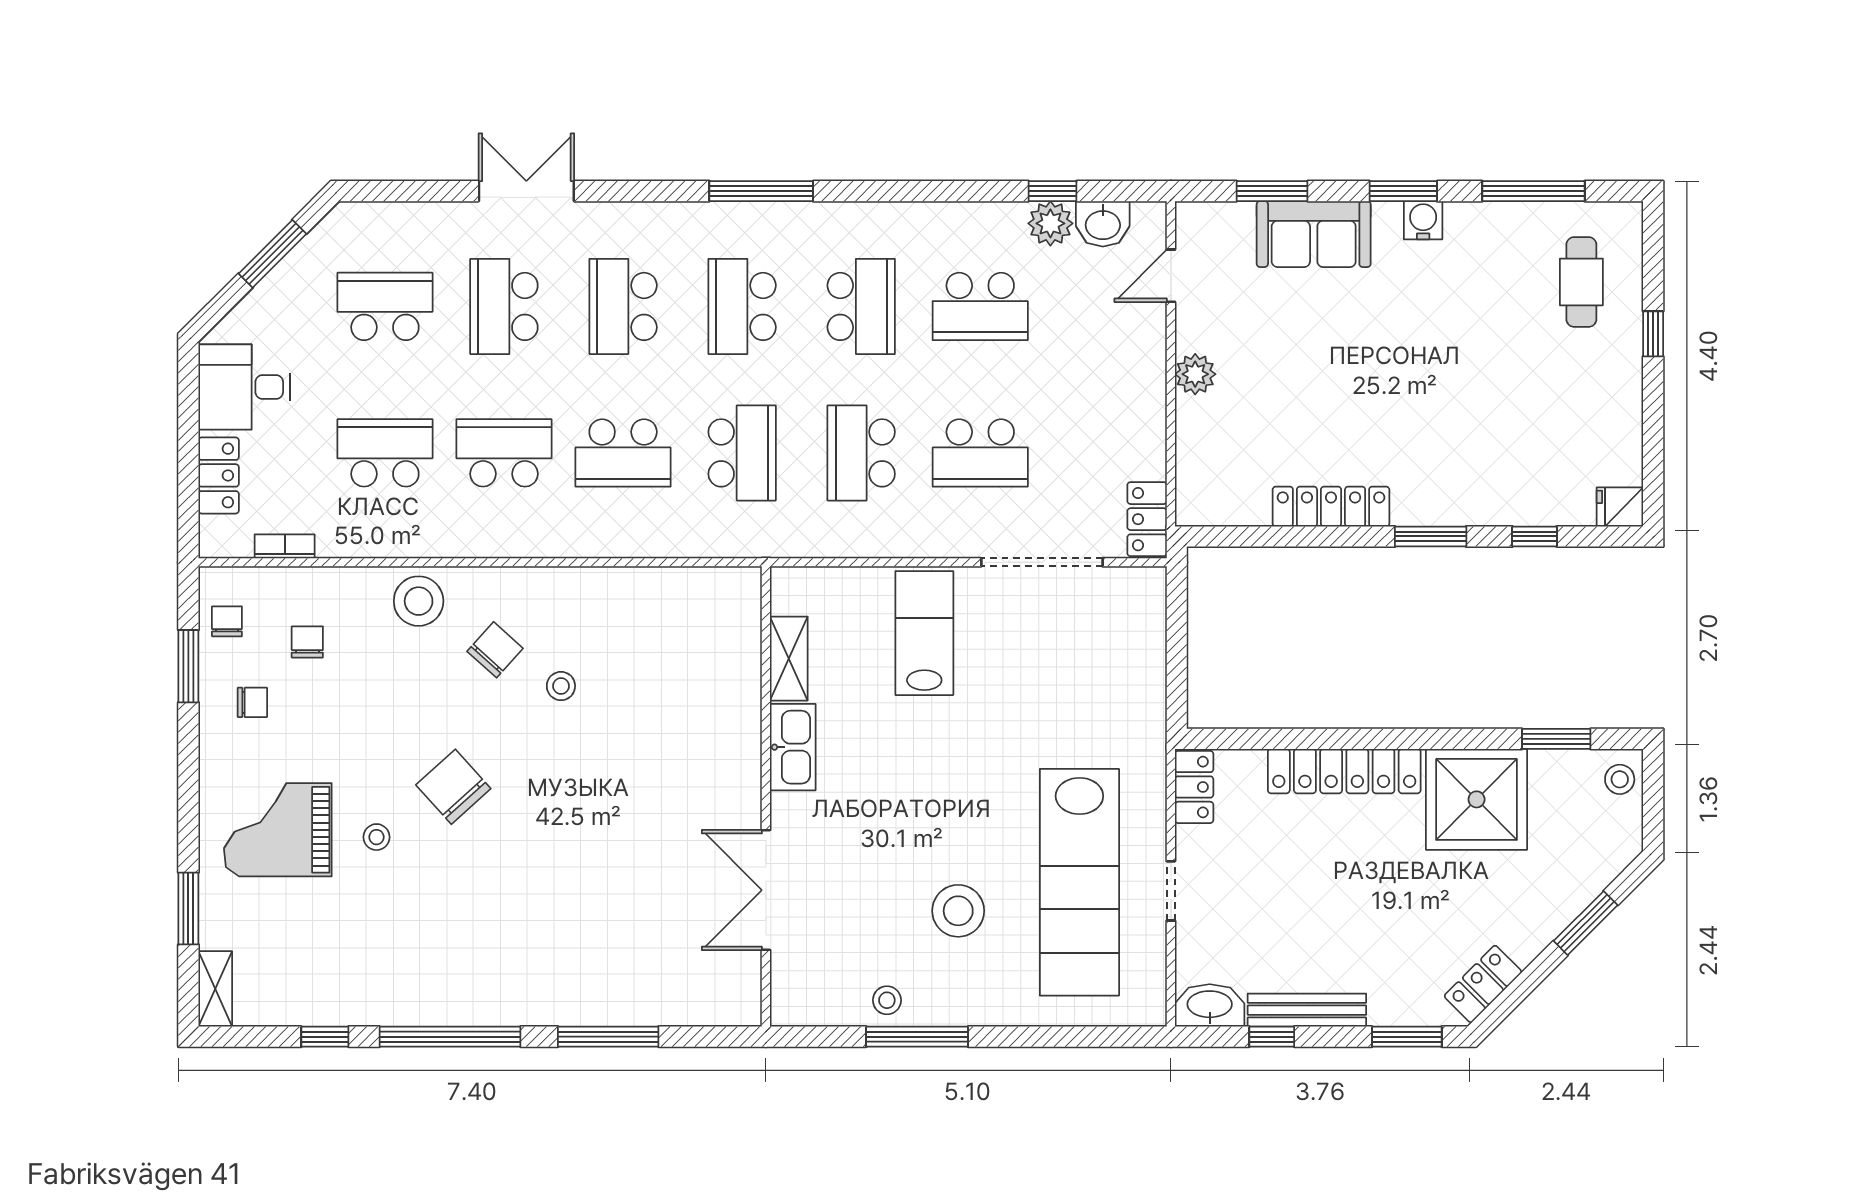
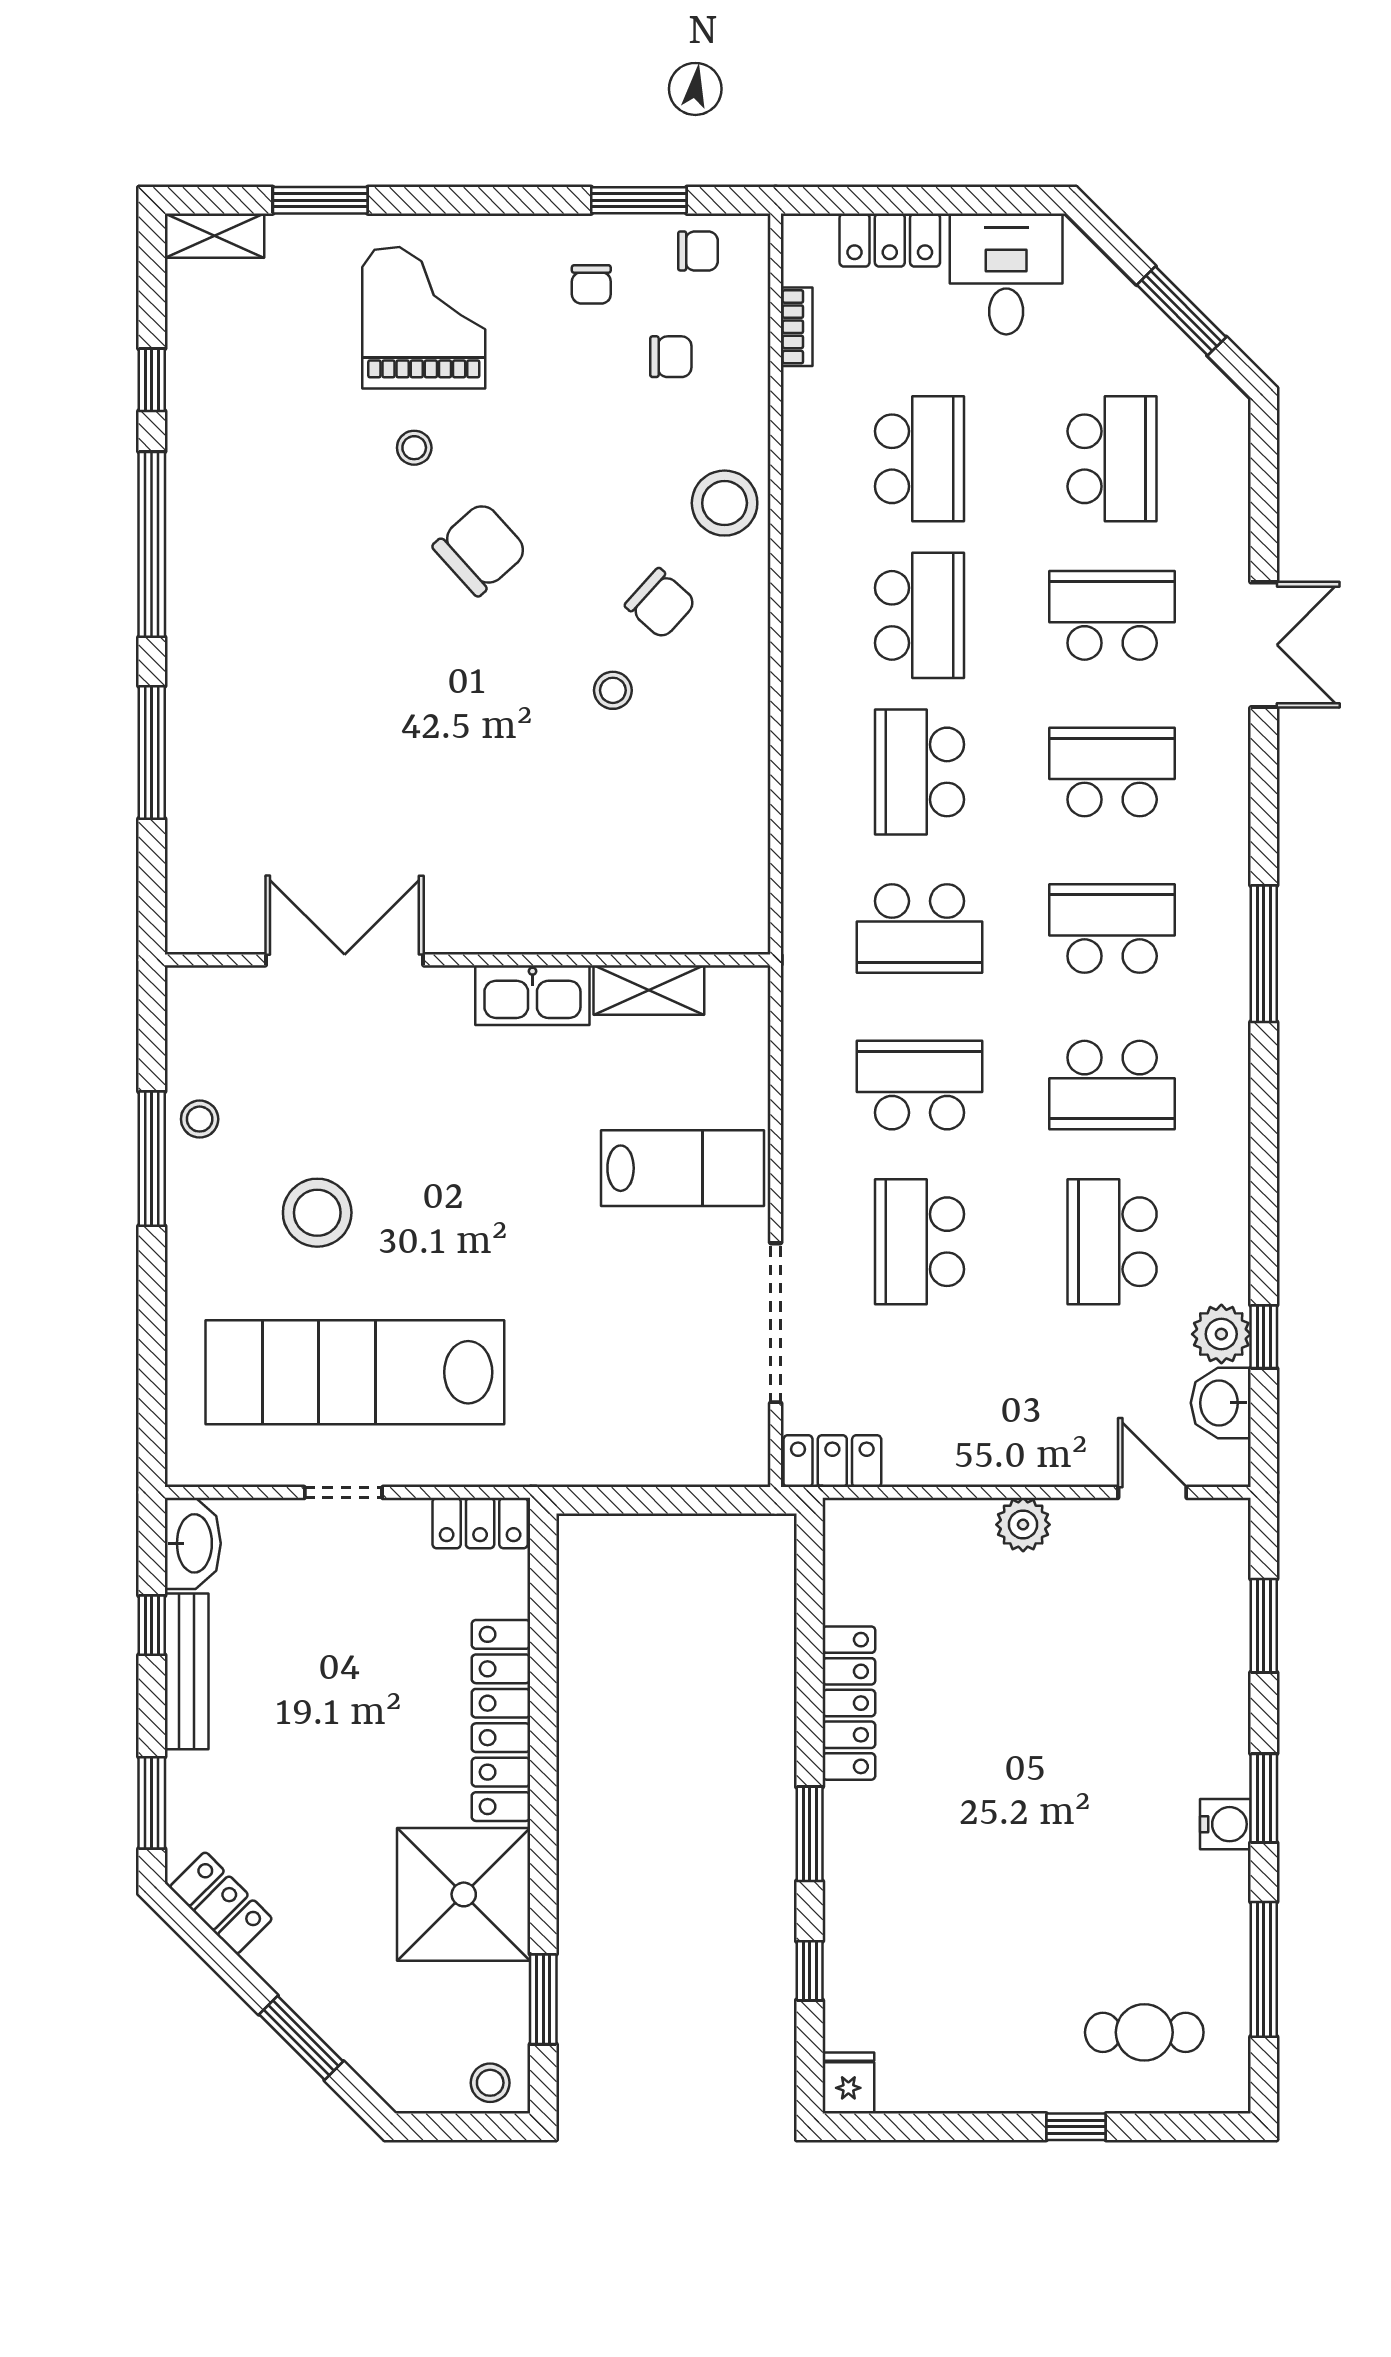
sofa: (1314, 234) -> (1207, 1680), removed

